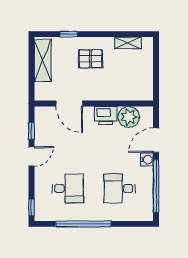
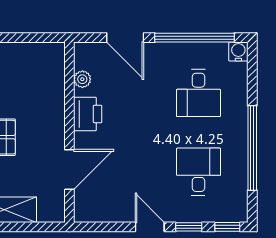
plant: (129, 117) -> (82, 79), width x0.53, depth x0.53
window: (31, 131) -> (189, 227), moved
water cooler: (147, 159) -> (238, 52), moved

